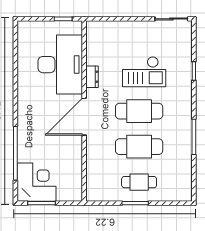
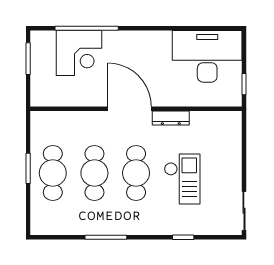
desk: (60, 65) -> (207, 56), moved, turned 180
checkout: (144, 72) -> (182, 179), turned 180
dresser: (92, 77) -> (171, 118), width x1.44
corner desk: (37, 182) -> (79, 53), moved
cafe table: (139, 182) -> (53, 173), width x1.37, depth x1.35

